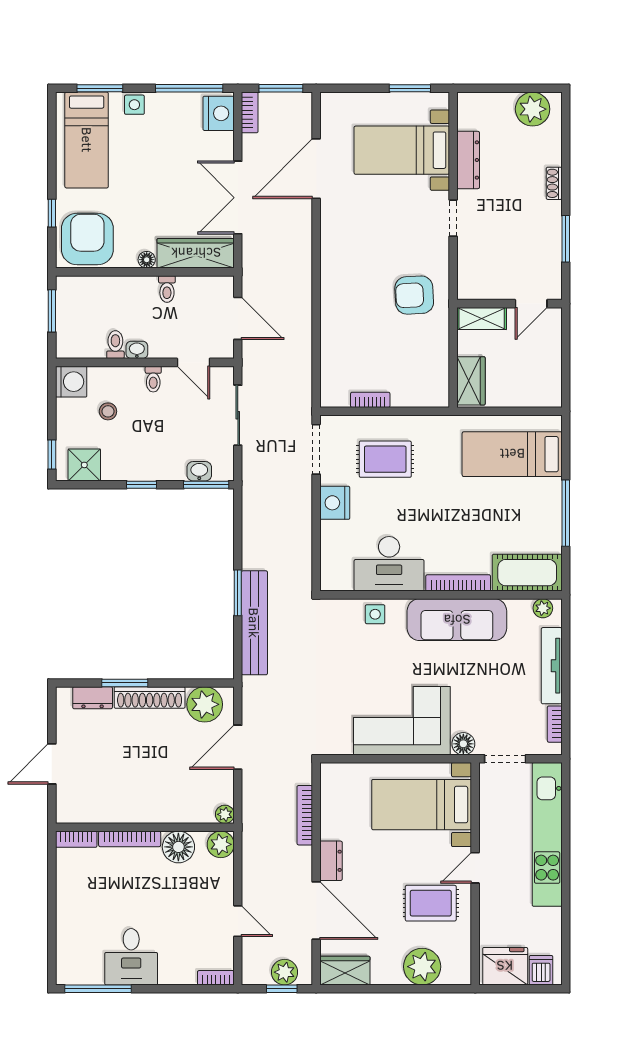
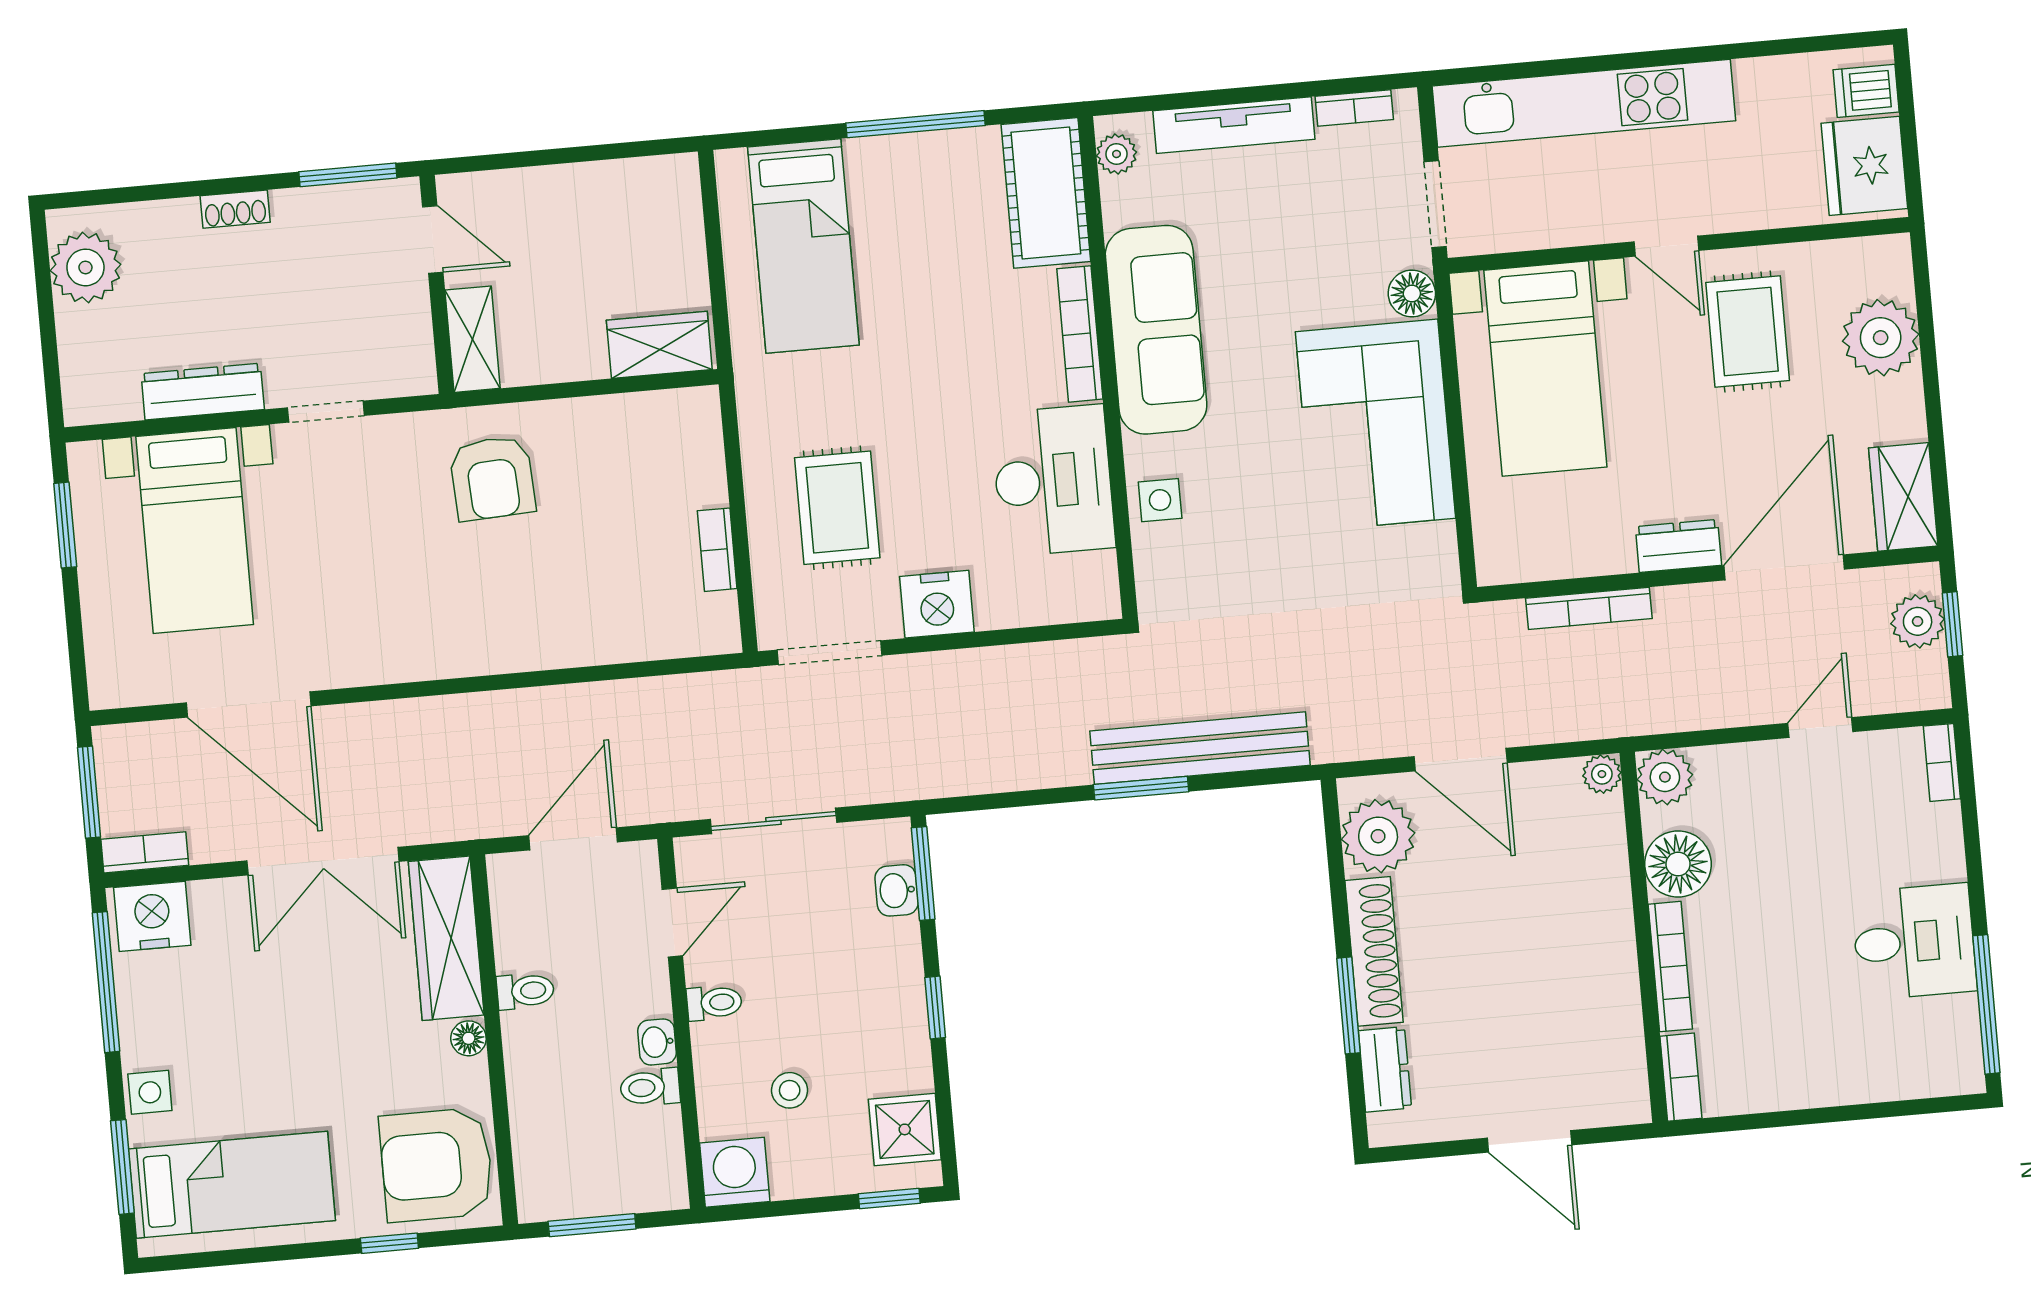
wall: (509, 304) -> (437, 284), moved
door: (531, 304) -> (433, 239), moved
shelving: (482, 318) -> (473, 339), moved

